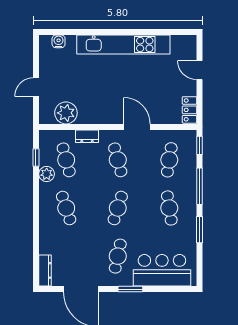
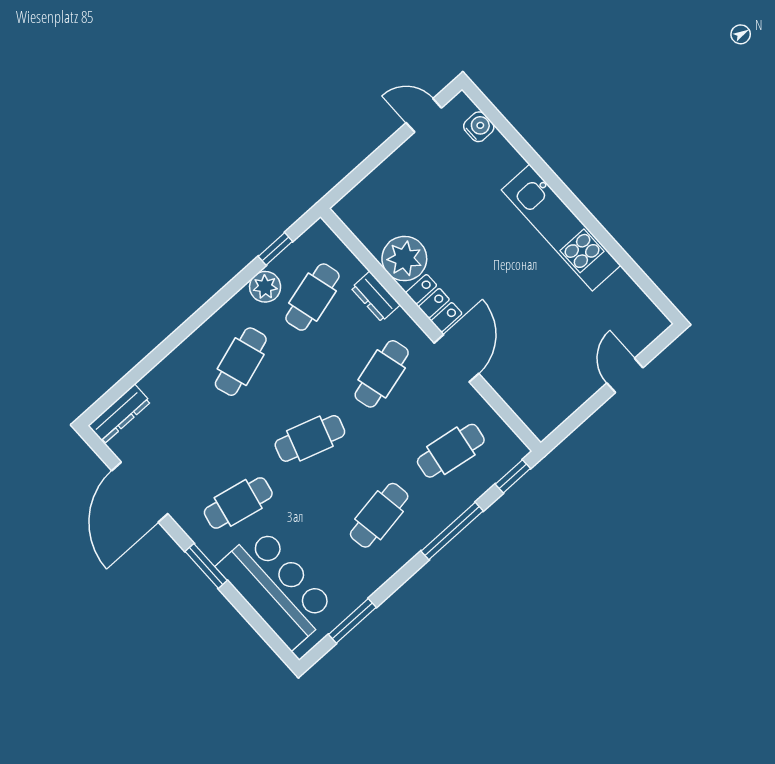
kitchen unit: (123, 45) -> (561, 228), width x0.73
door: (36, 87) -> (424, 115), moved
locker: (189, 110) -> (434, 303), moved, turned 90
plant: (66, 113) -> (404, 259), moved
window: (200, 230) -> (352, 621), moved

